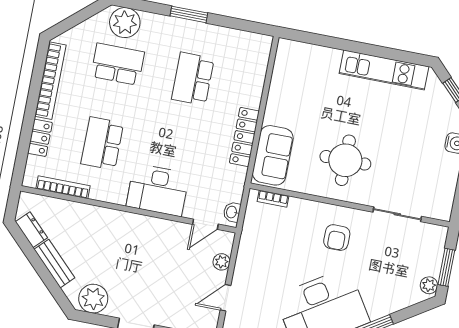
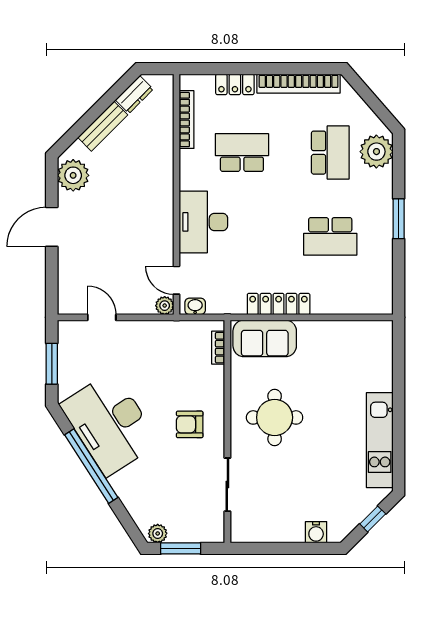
school desk: (193, 79) -> (330, 236), turned 180
plant: (222, 262) -> (165, 306), moved

